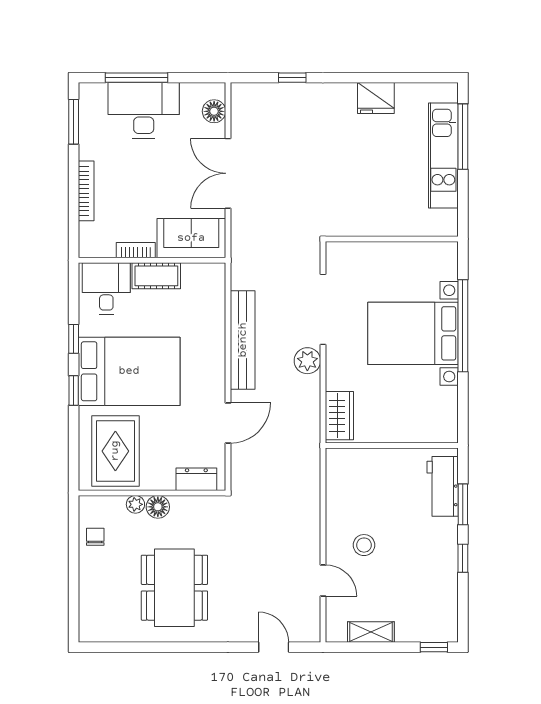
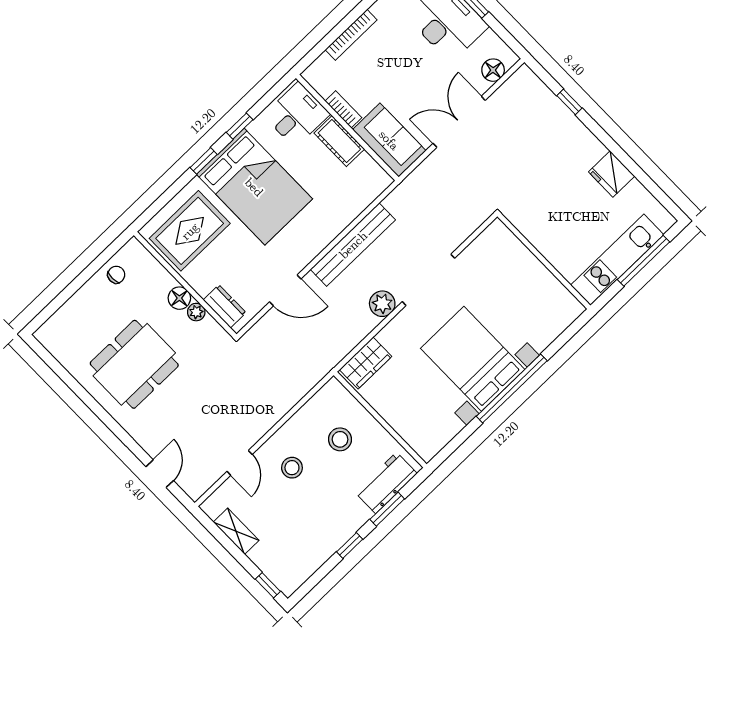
wall: (392, 239) -> (544, 261), moved
stool: (378, 489) -> (340, 439), added
plant: (135, 504) -> (196, 312), moved

